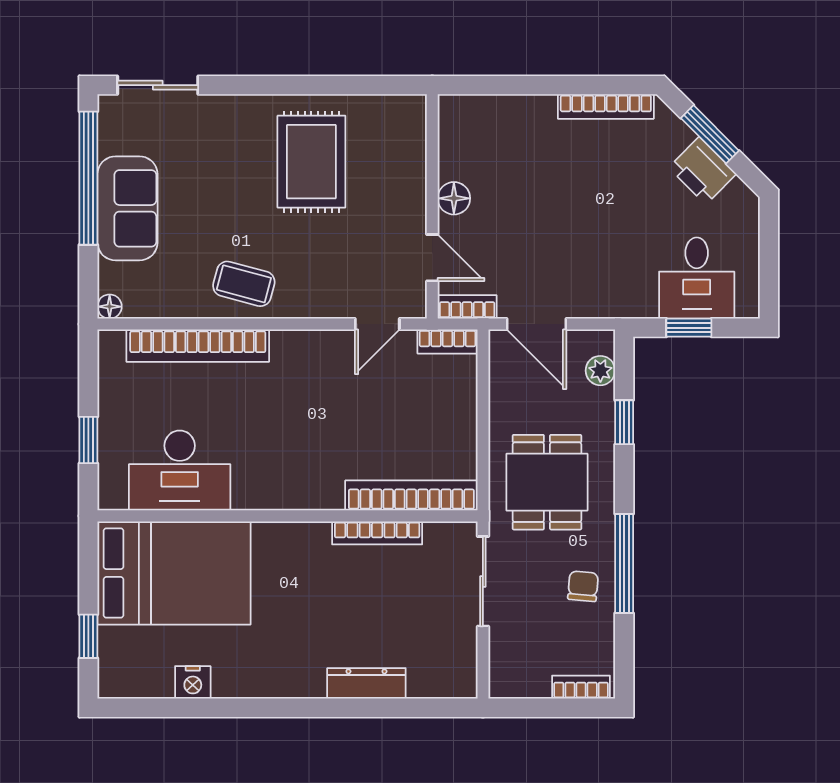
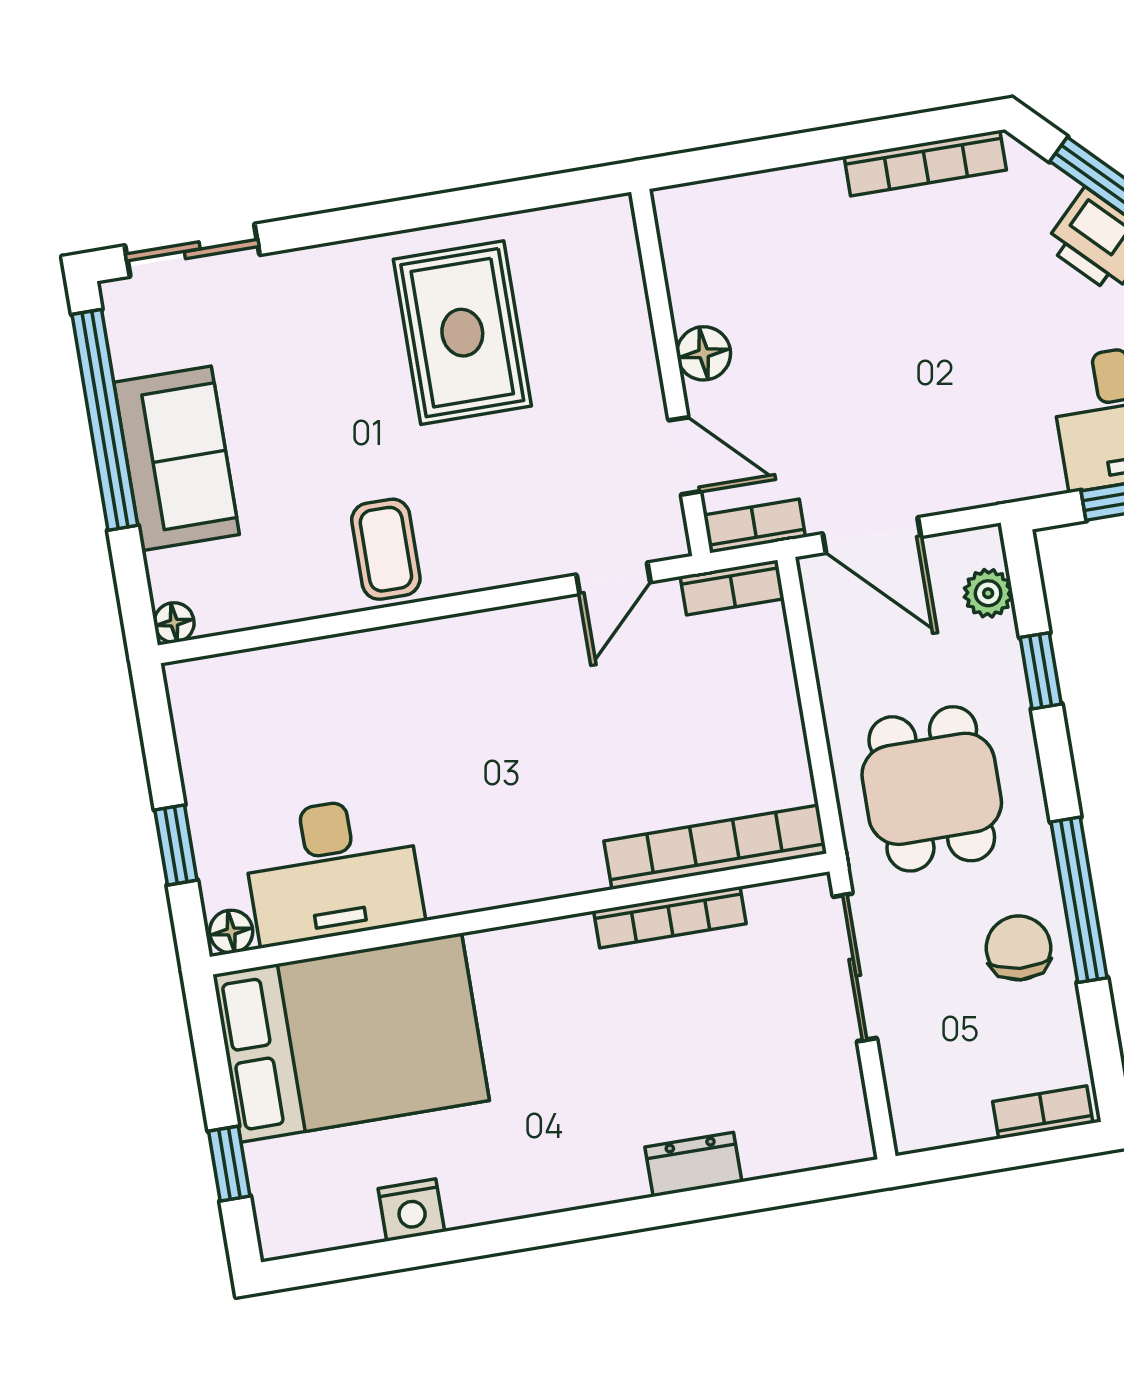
coffee table: (244, 284) -> (386, 549), turned 75
bookcase: (198, 346) -> (328, 662), removed
floor lamp: (113, 497) -> (231, 932), added
chair: (583, 586) -> (1018, 948), width x1.37, depth x1.37
dresser: (366, 683) -> (693, 1164), width x0.70

